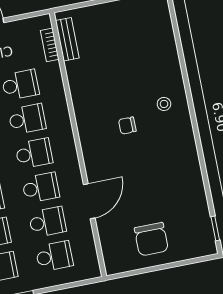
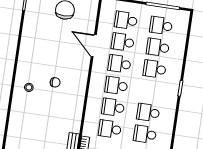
door: (89, 201) -> (94, 46), hinge flipped

